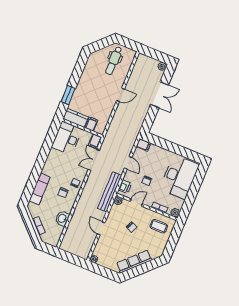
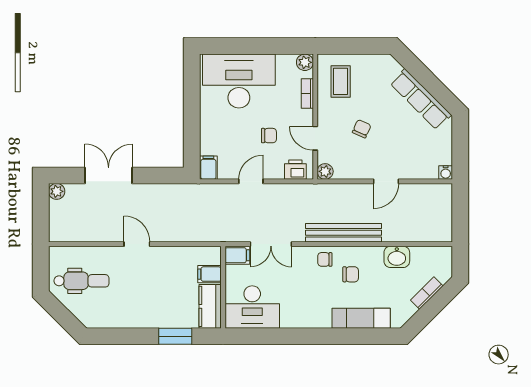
bench: (110, 192) -> (344, 233), moved

